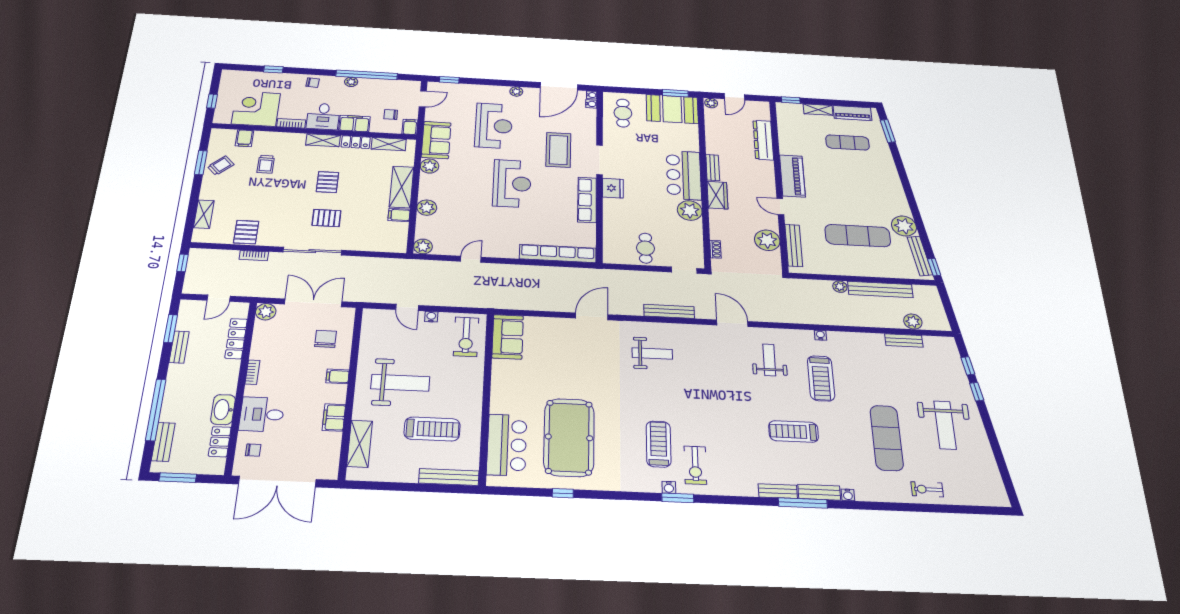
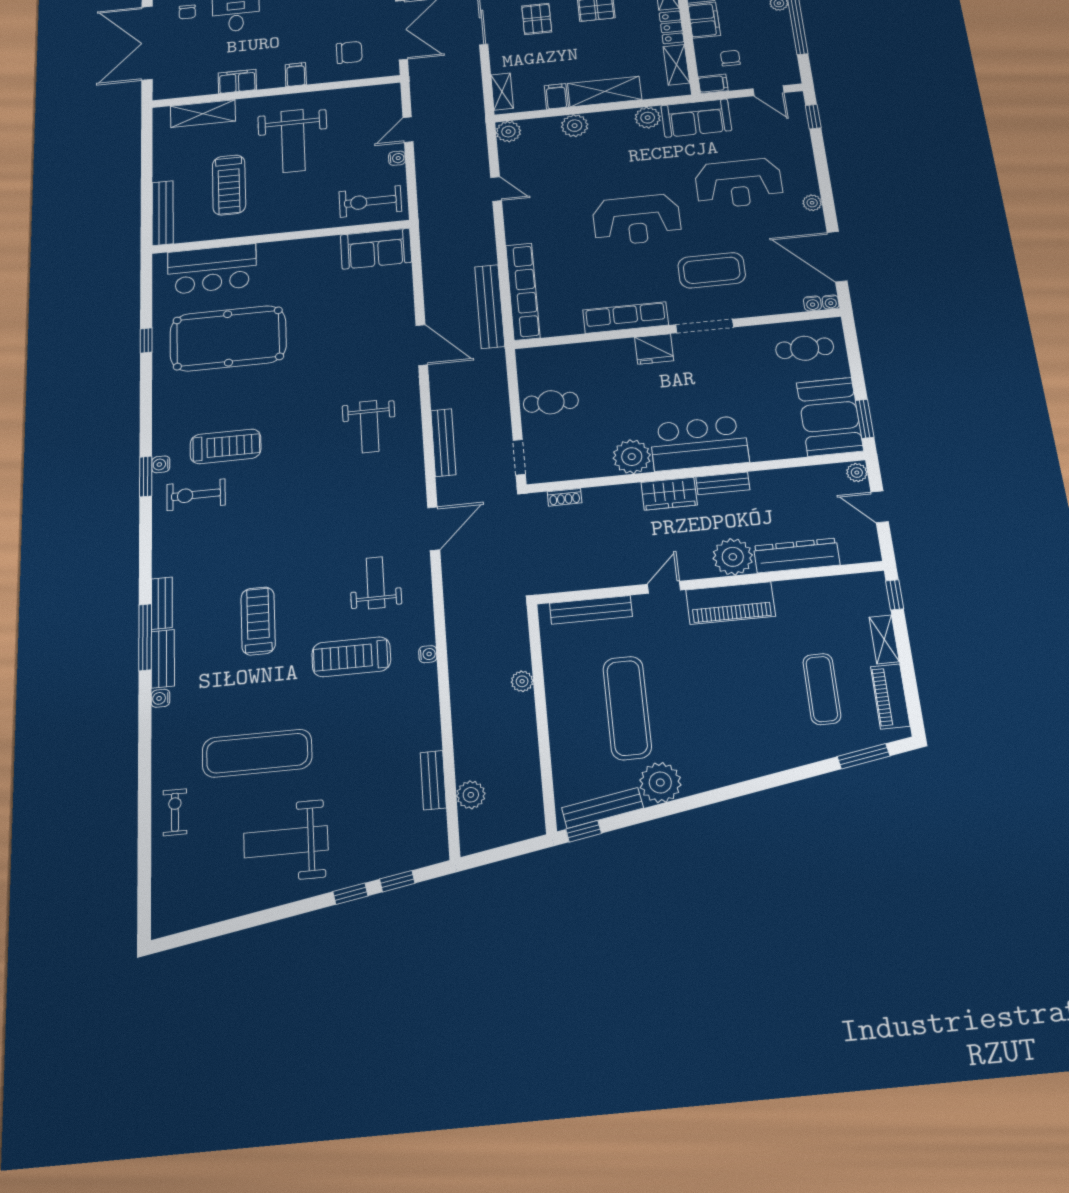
plant: (767, 240) -> (733, 557), moved
shelving: (387, 246) -> (502, 92), added
bench: (880, 290) -> (490, 306), moved
weight bench: (769, 360) -> (375, 583), turned -90

